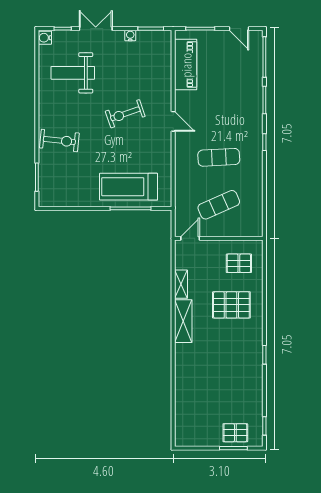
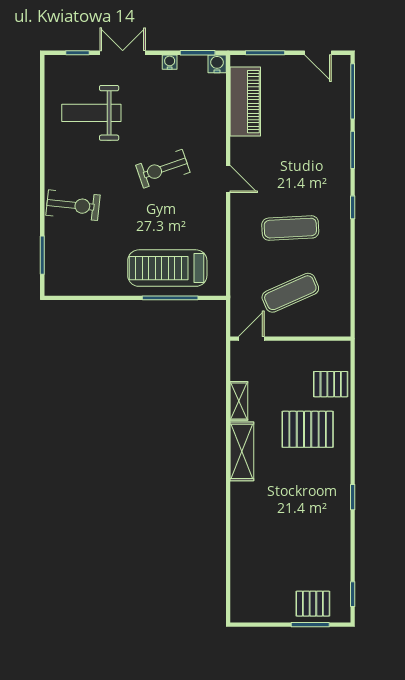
water cooler: (45, 38) -> (217, 64), moved, turned 90
pallet: (239, 263) -> (331, 384), moved

